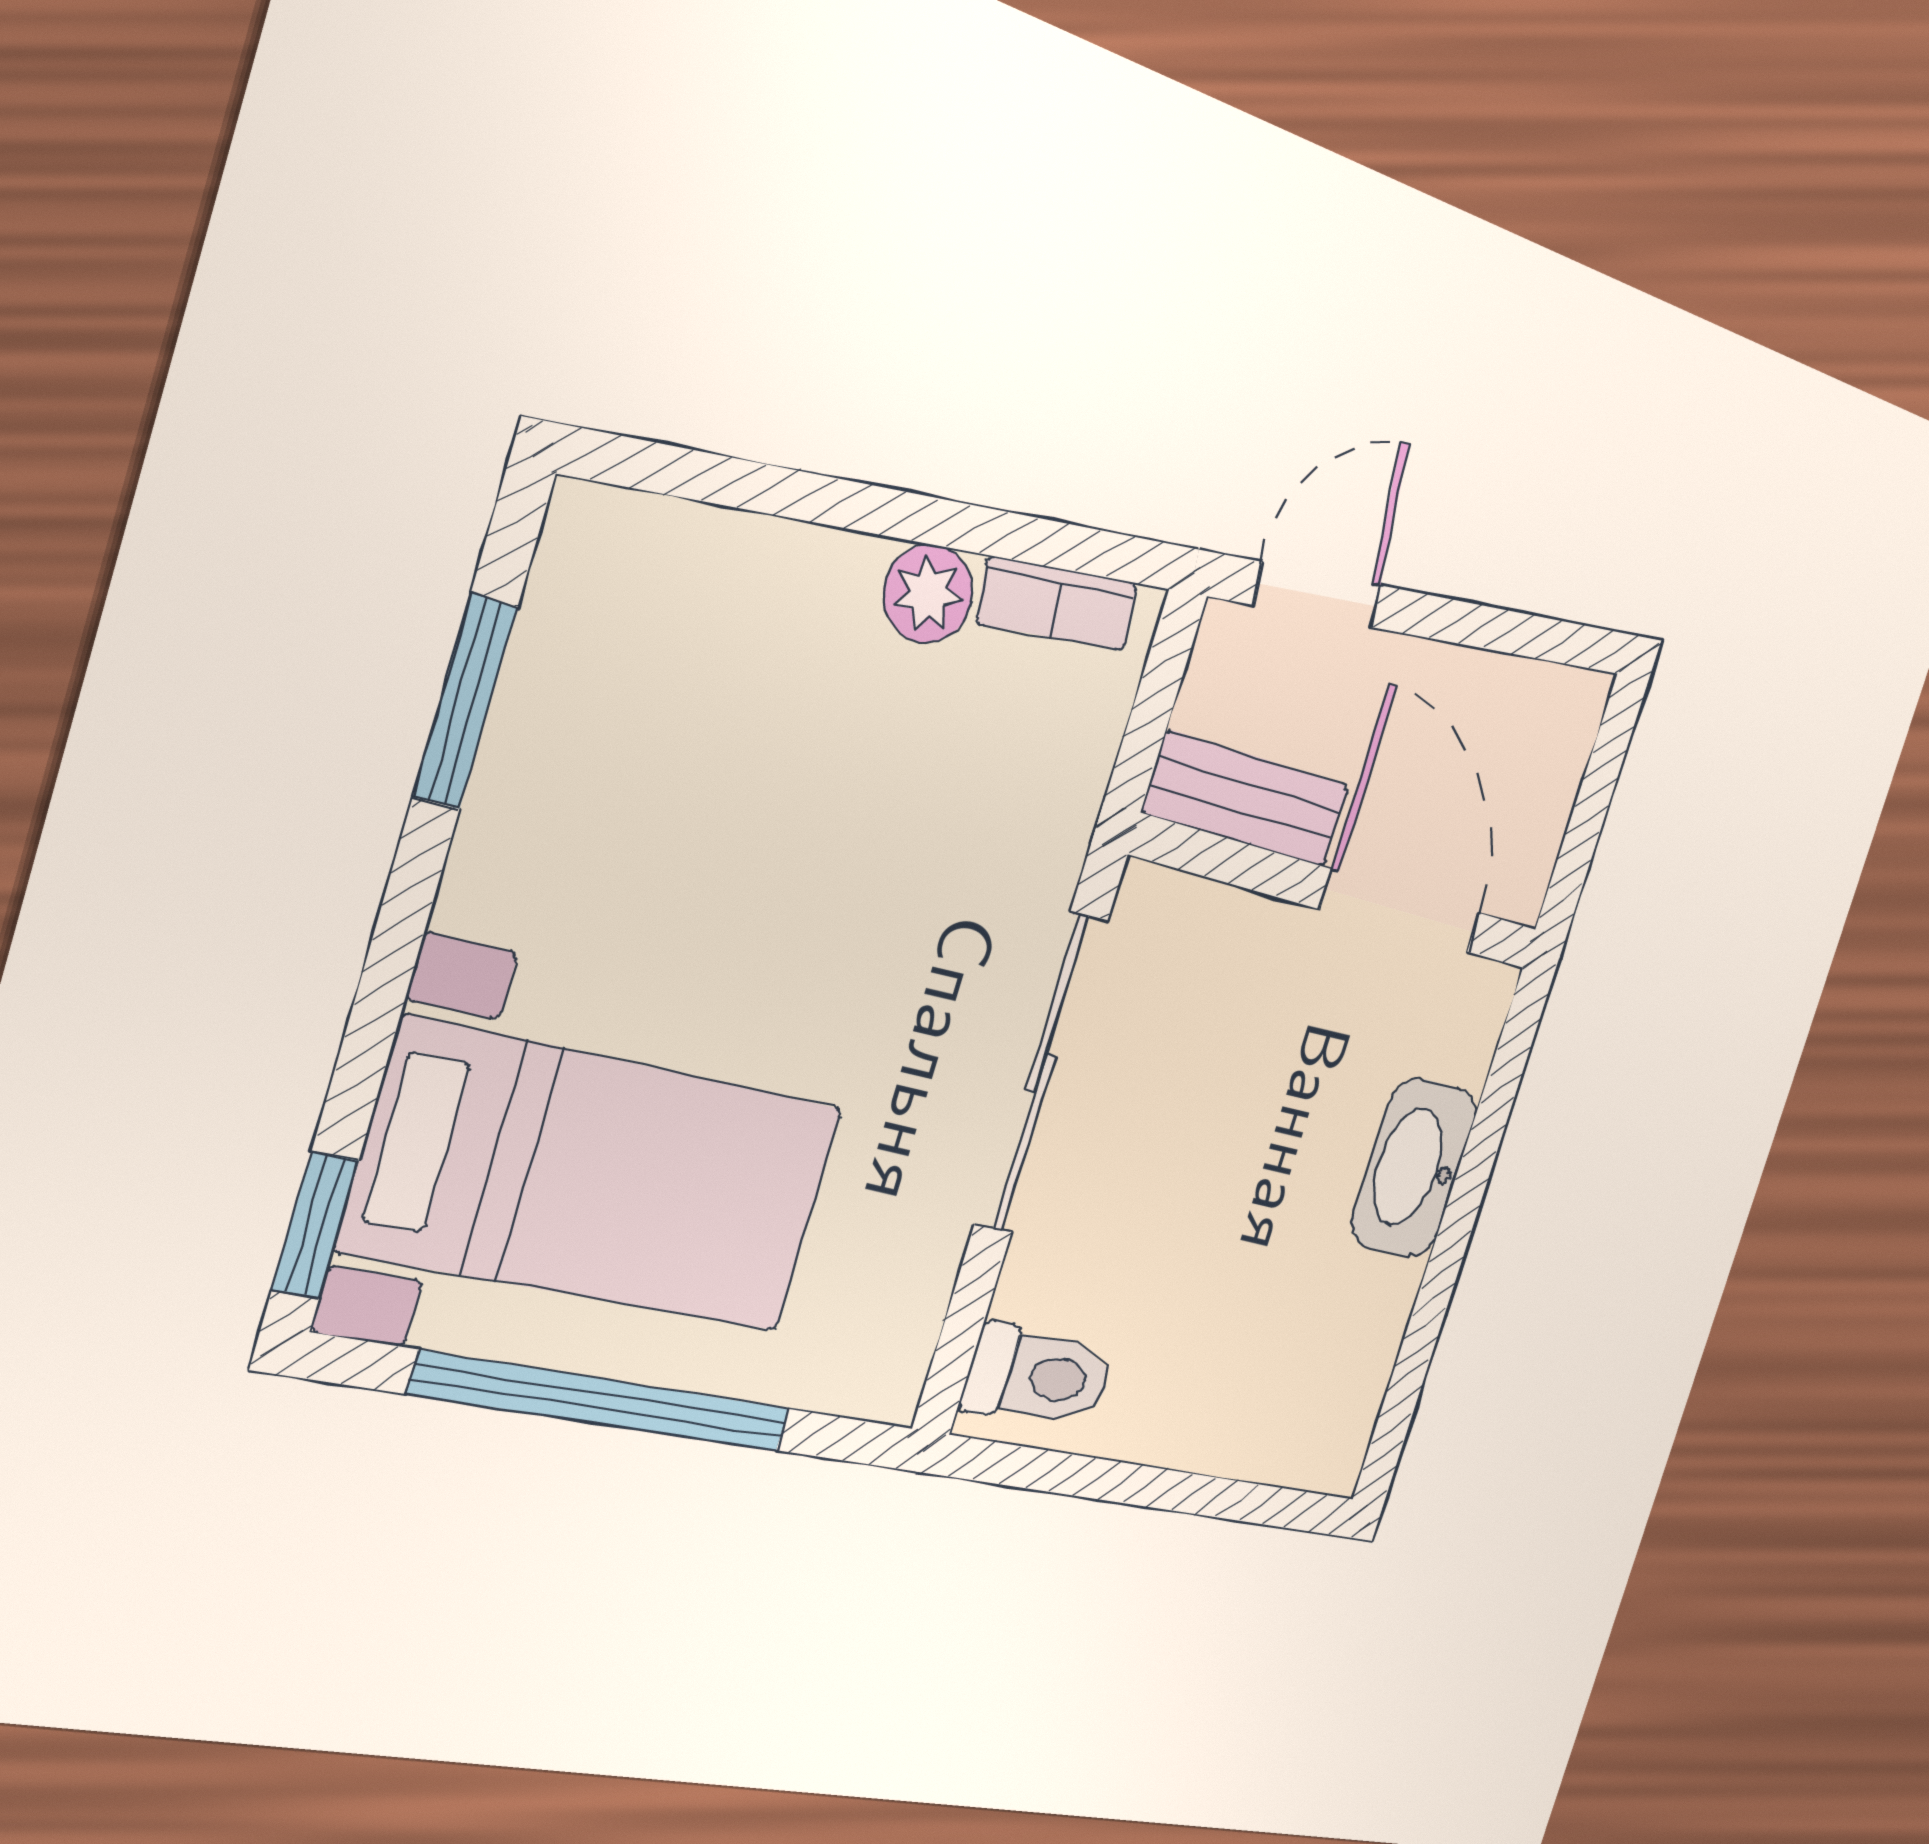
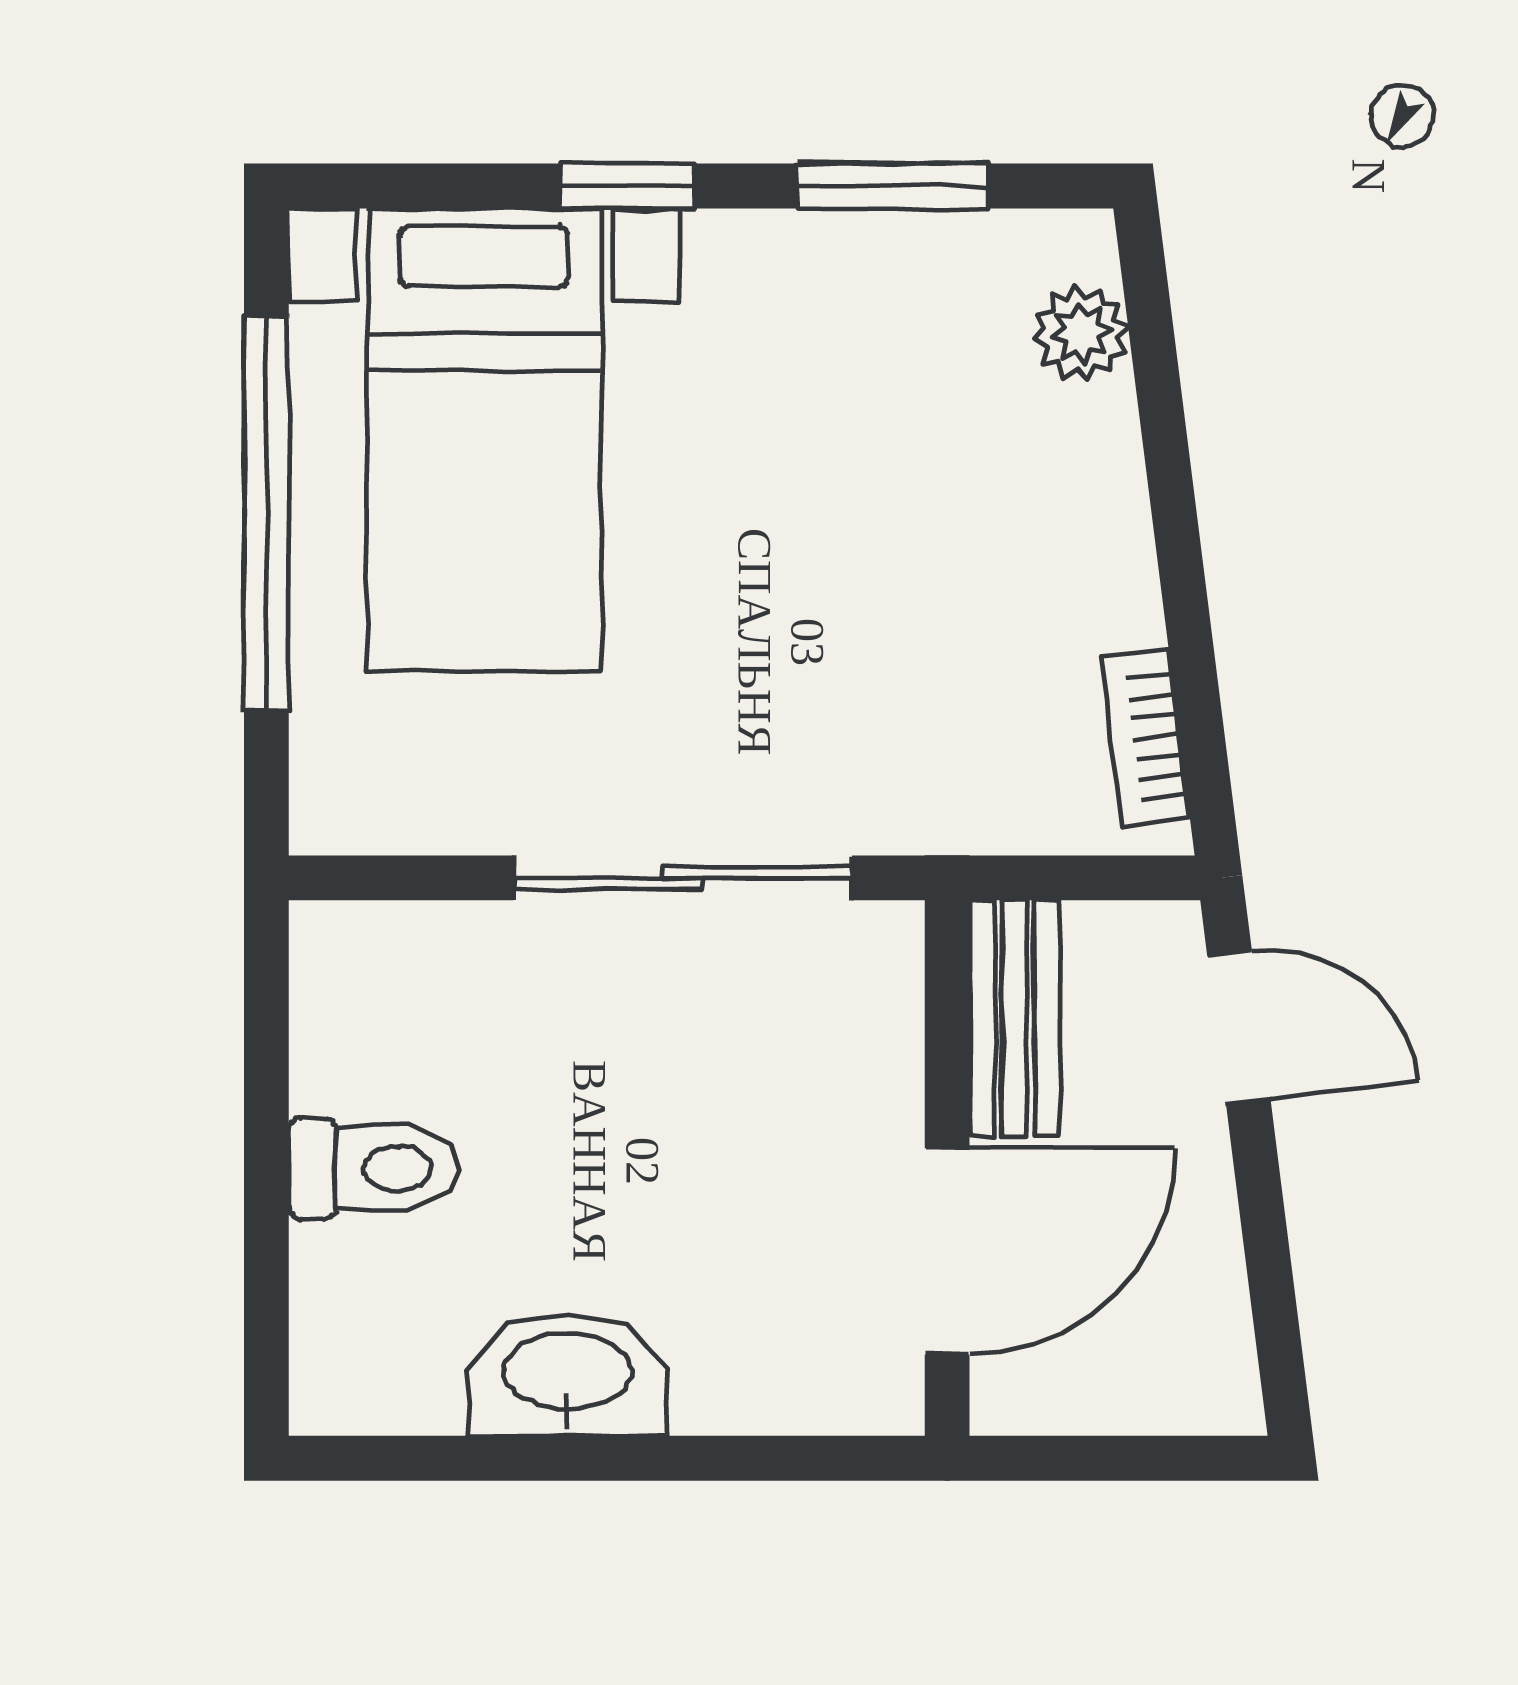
plant: (928, 594) -> (1081, 333), moved
washbasin: (1414, 1168) -> (568, 1375), moved
window: (315, 1225) -> (628, 186), moved
toilet: (1039, 1376) -> (374, 1168), moved, turned -90

